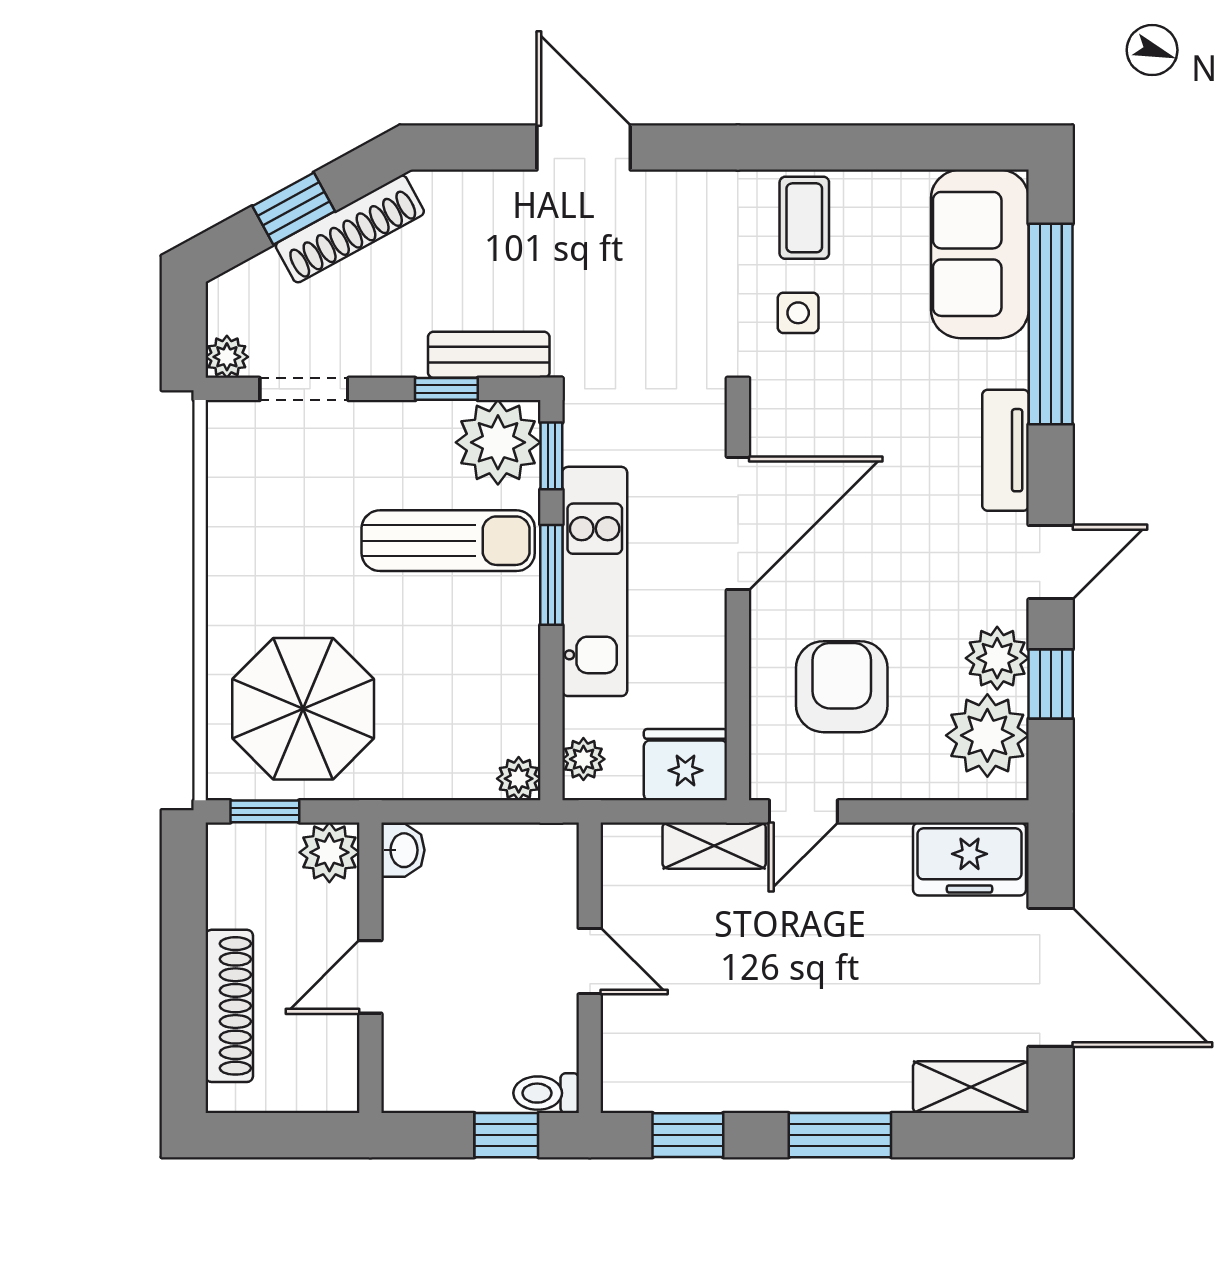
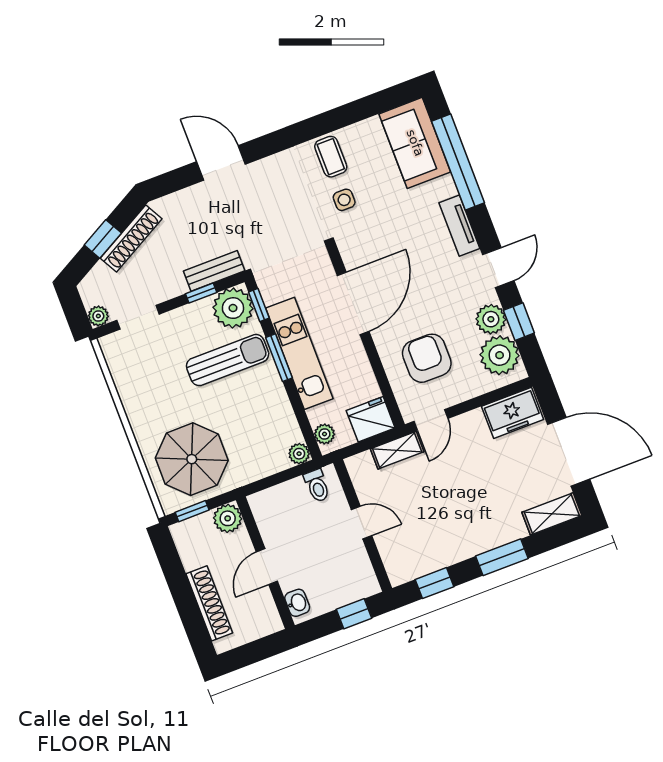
washbasin: (403, 850) -> (297, 603), moved
toilet: (546, 1093) -> (317, 486), moved, turned -90

